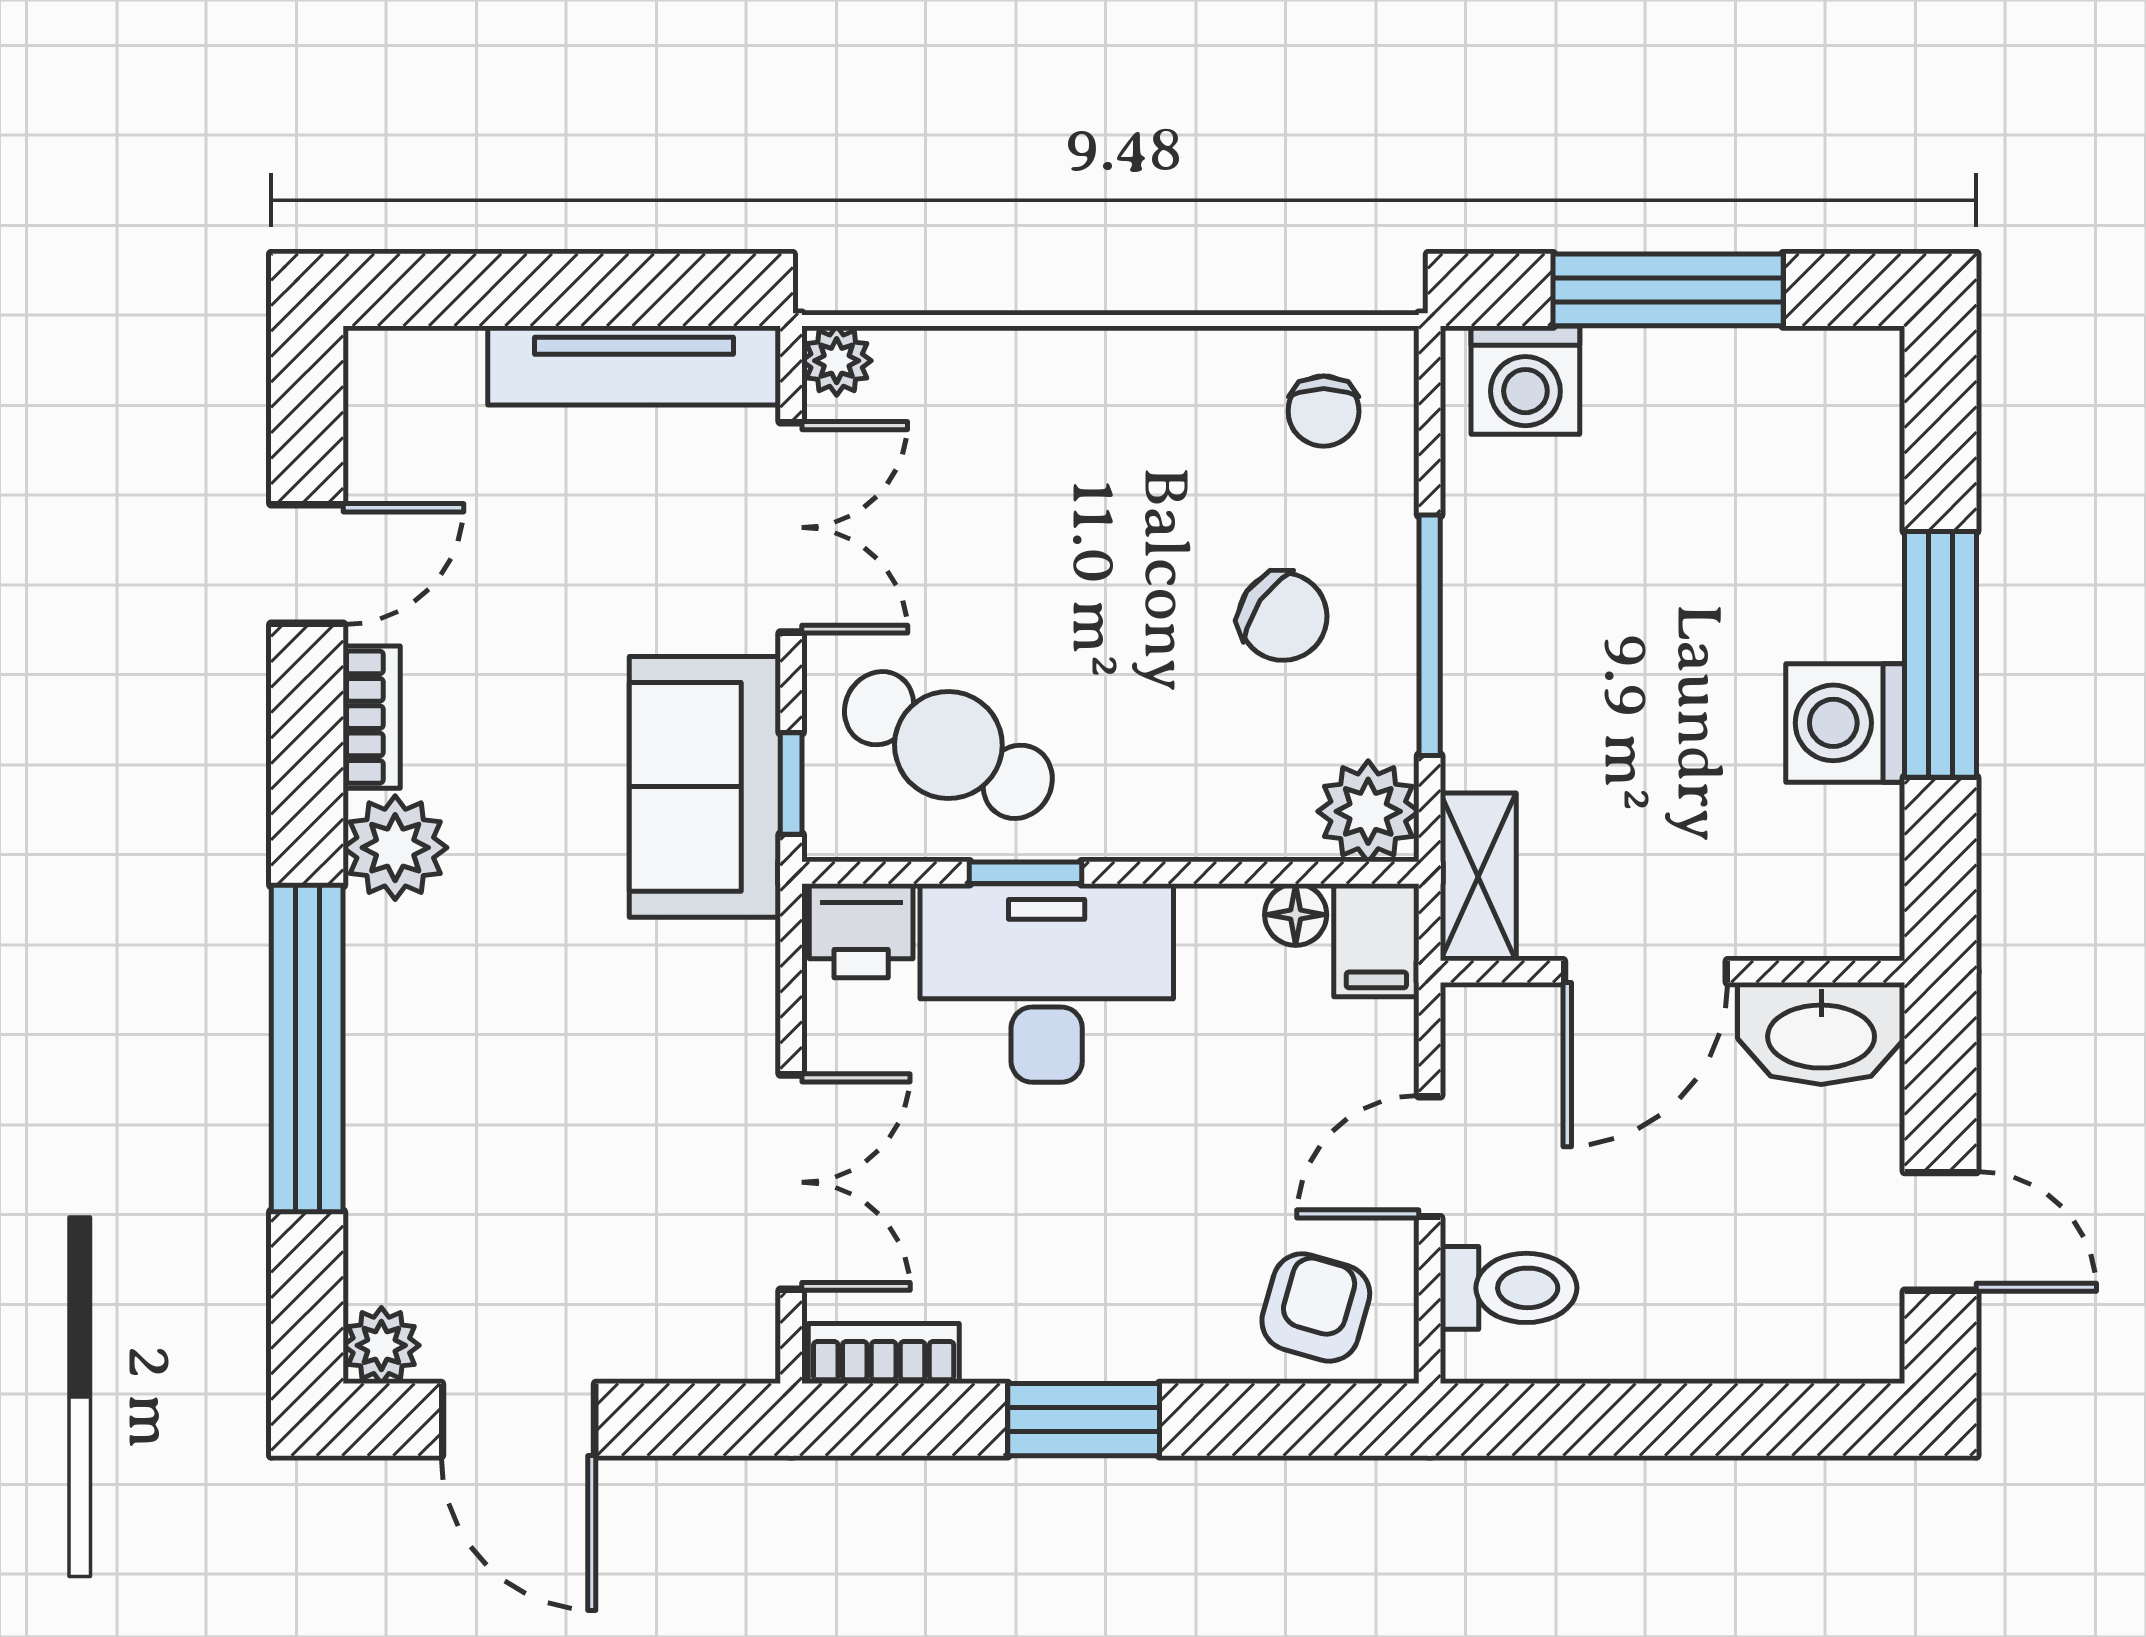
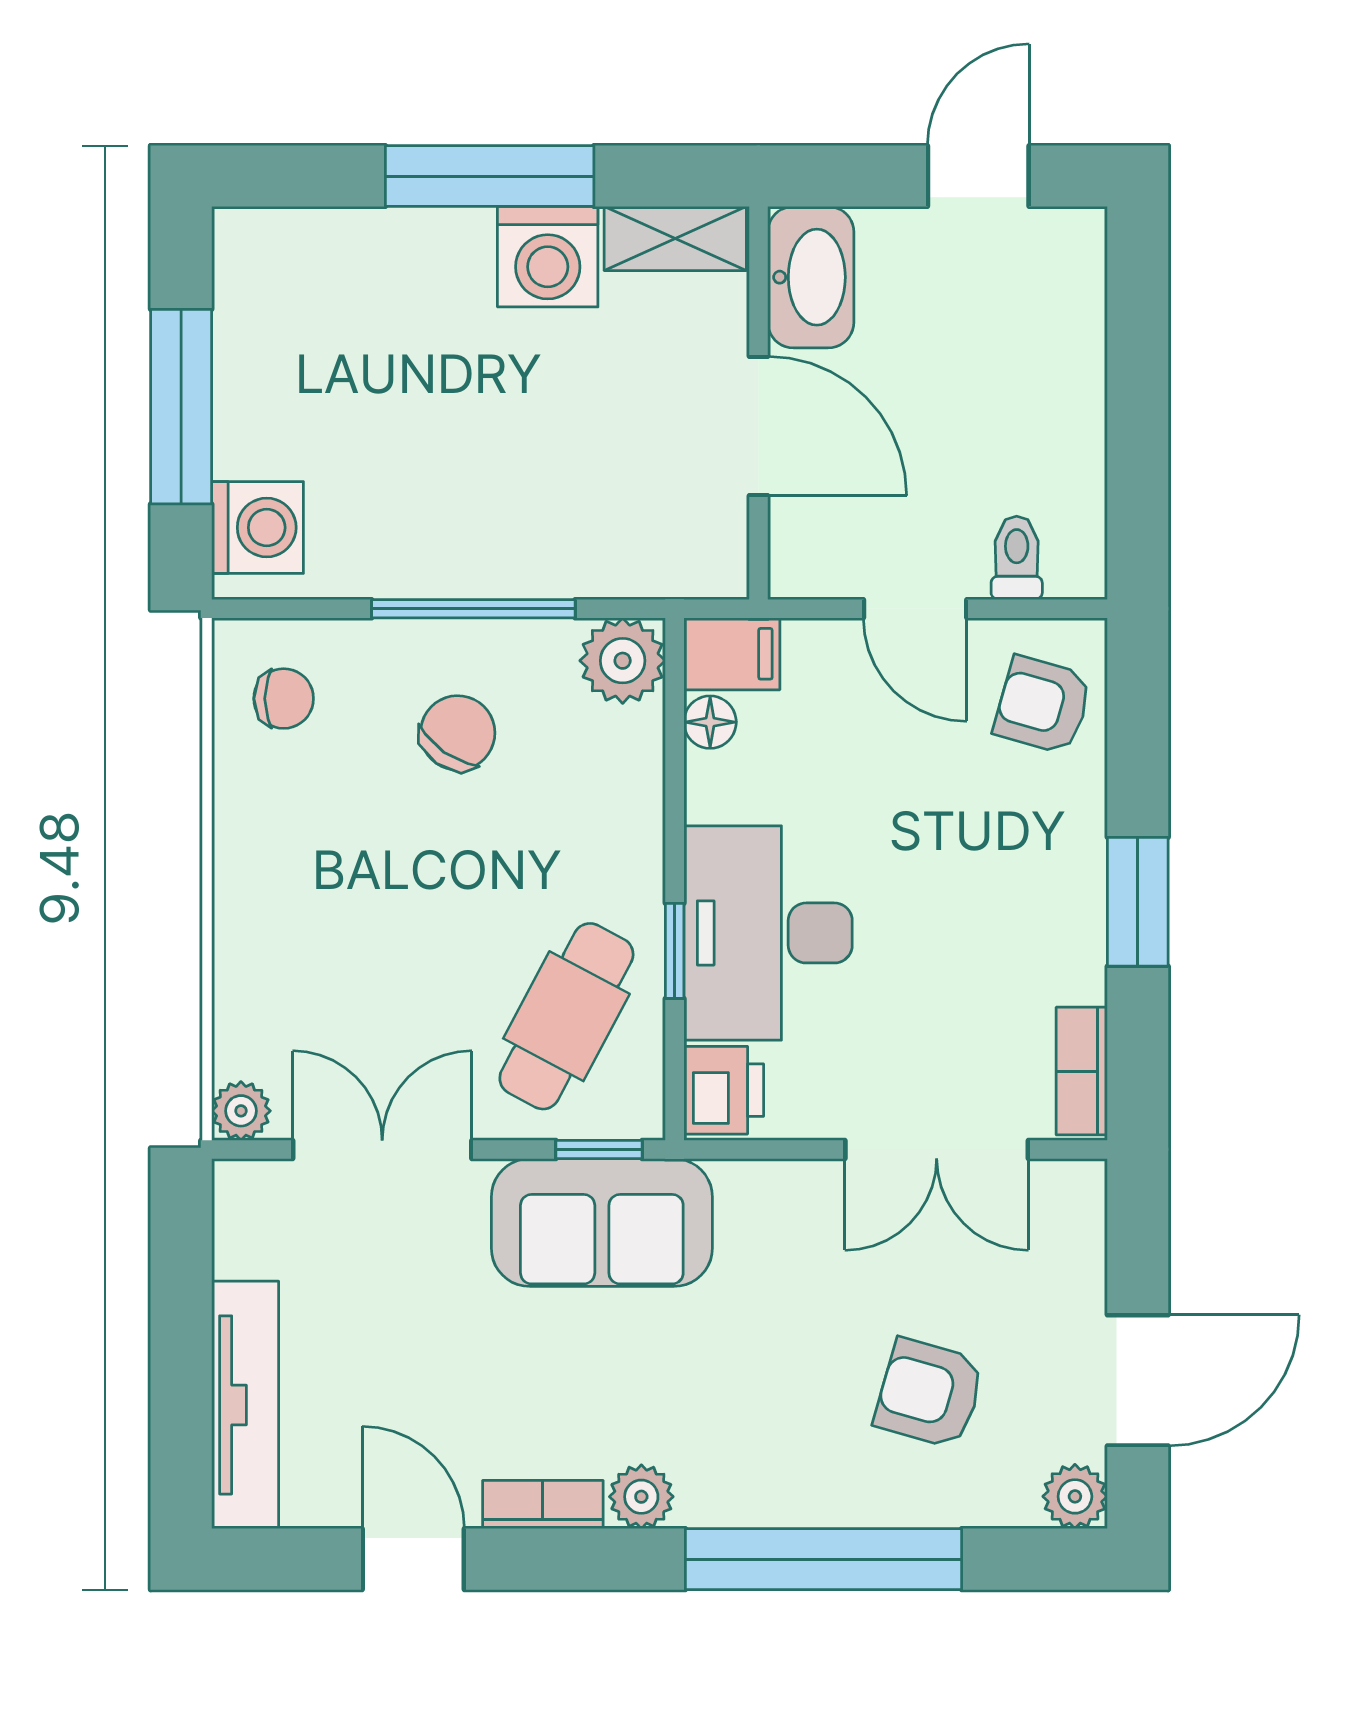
tv unit: (634, 366) -> (245, 1405), moved
plant: (395, 848) -> (641, 1497), width x0.73, depth x0.73
shelving: (1478, 877) -> (675, 239), moved
armchair: (503, 1174) -> (929, 1393), added
double door: (791, 1182) -> (937, 1149), swing flipped
toilet: (1509, 1288) -> (1017, 558), width x0.73, depth x0.72

